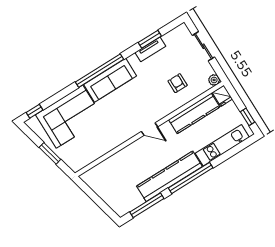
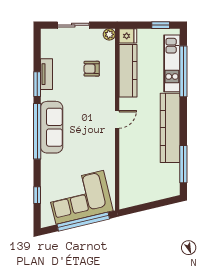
window: (150, 39) -> (37, 84), moved
window: (34, 111) -> (37, 195), moved
corner sofa: (70, 117) -> (80, 197), moved, turned -103
window: (50, 153) -> (83, 222), width x2.11
window: (191, 178) -> (183, 71), moved

